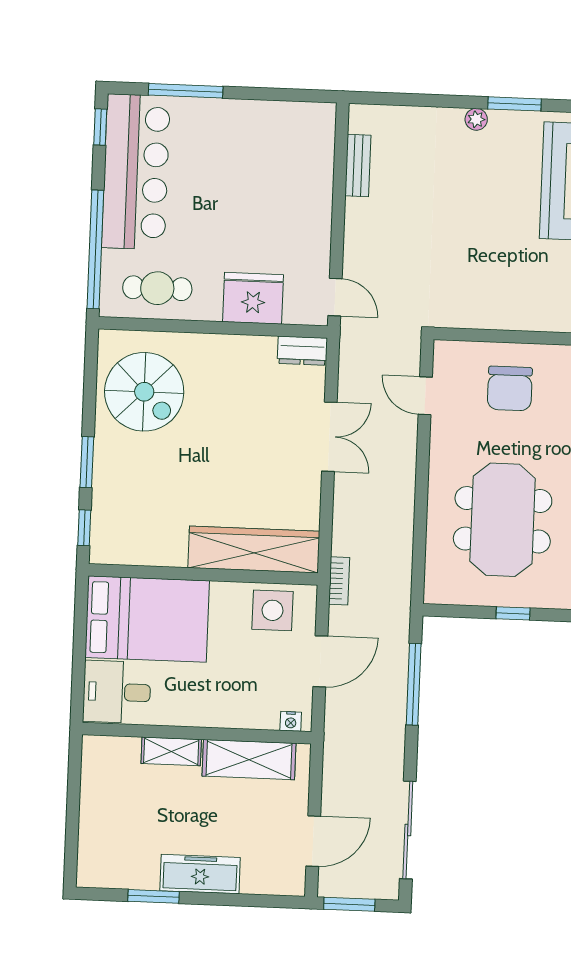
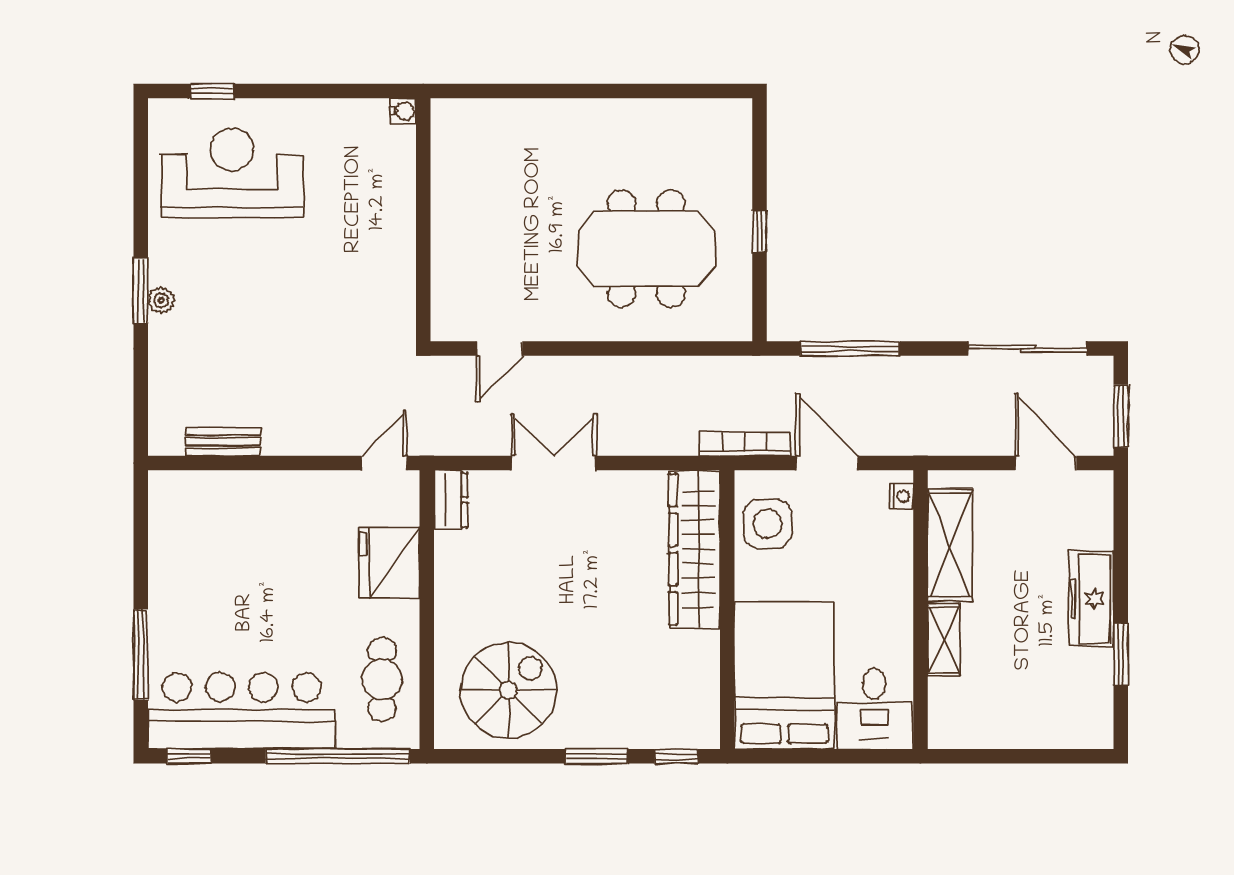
window: (515, 104) -> (141, 291), moved
chair: (510, 388) -> (486, 246), removed
bookcase: (339, 581) -> (745, 444), width x1.56

